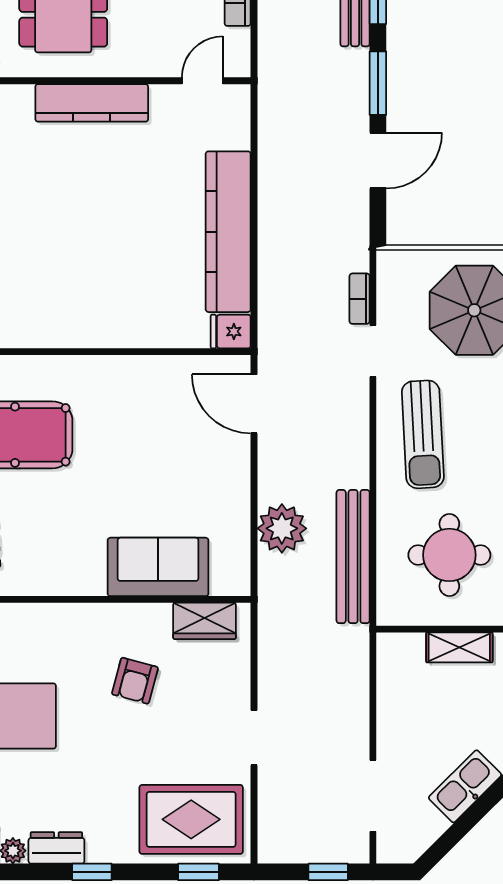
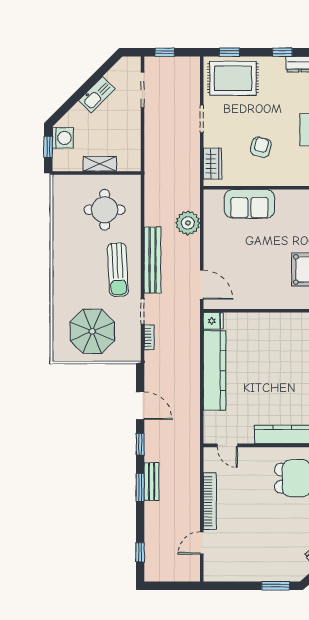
door: (202, 81) -> (227, 445), hinge flipped
window: (378, 83) -> (140, 444), width x0.67
door: (378, 161) -> (140, 406), swing flipped
sun lounger: (423, 434) -> (118, 270), turned 180
bench: (353, 557) -> (152, 260), moved
wardrobe: (205, 621) -> (212, 164), moved, turned 90

